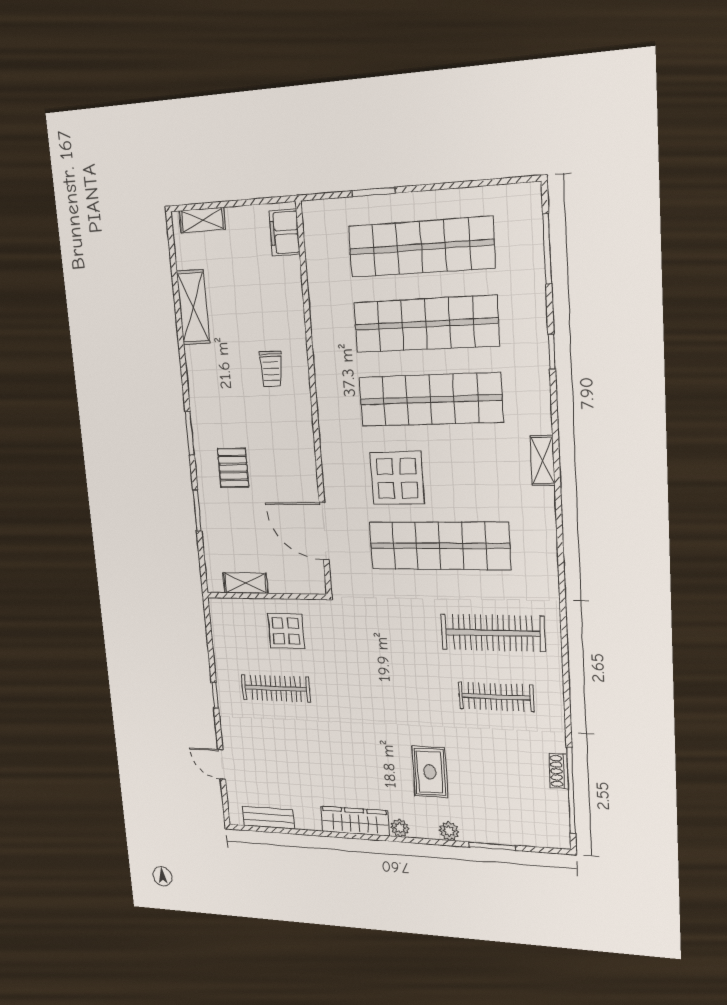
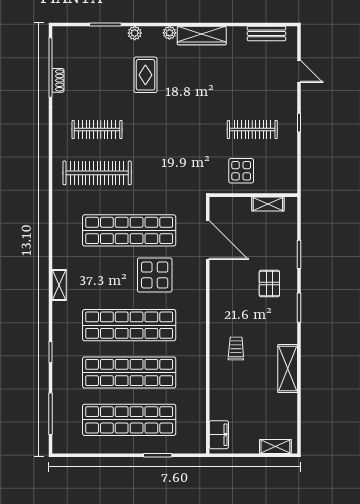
shelving: (193, 307) -> (288, 369), moved

